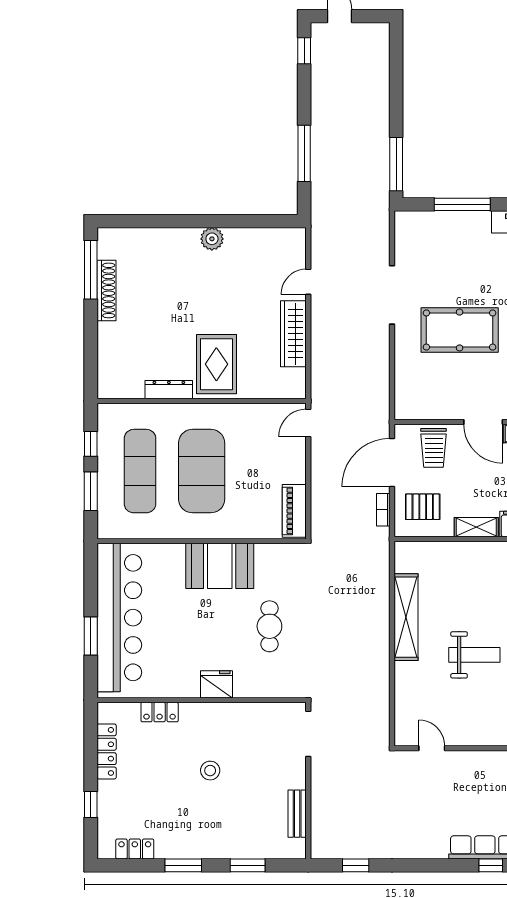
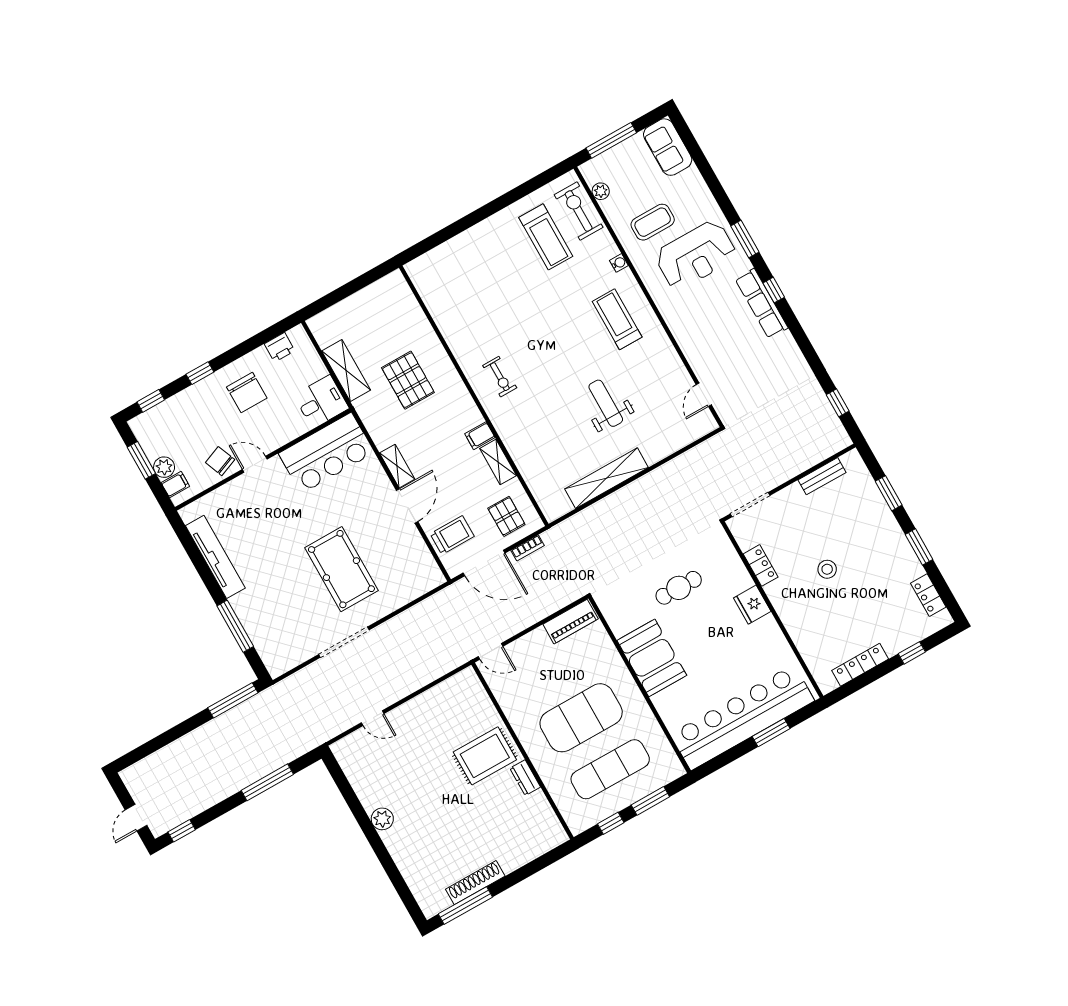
wardrobe: (293, 334) -> (423, 706), removed
dresser: (169, 390) -> (525, 778), width x0.70
locker: (160, 712) -> (761, 565), moved

